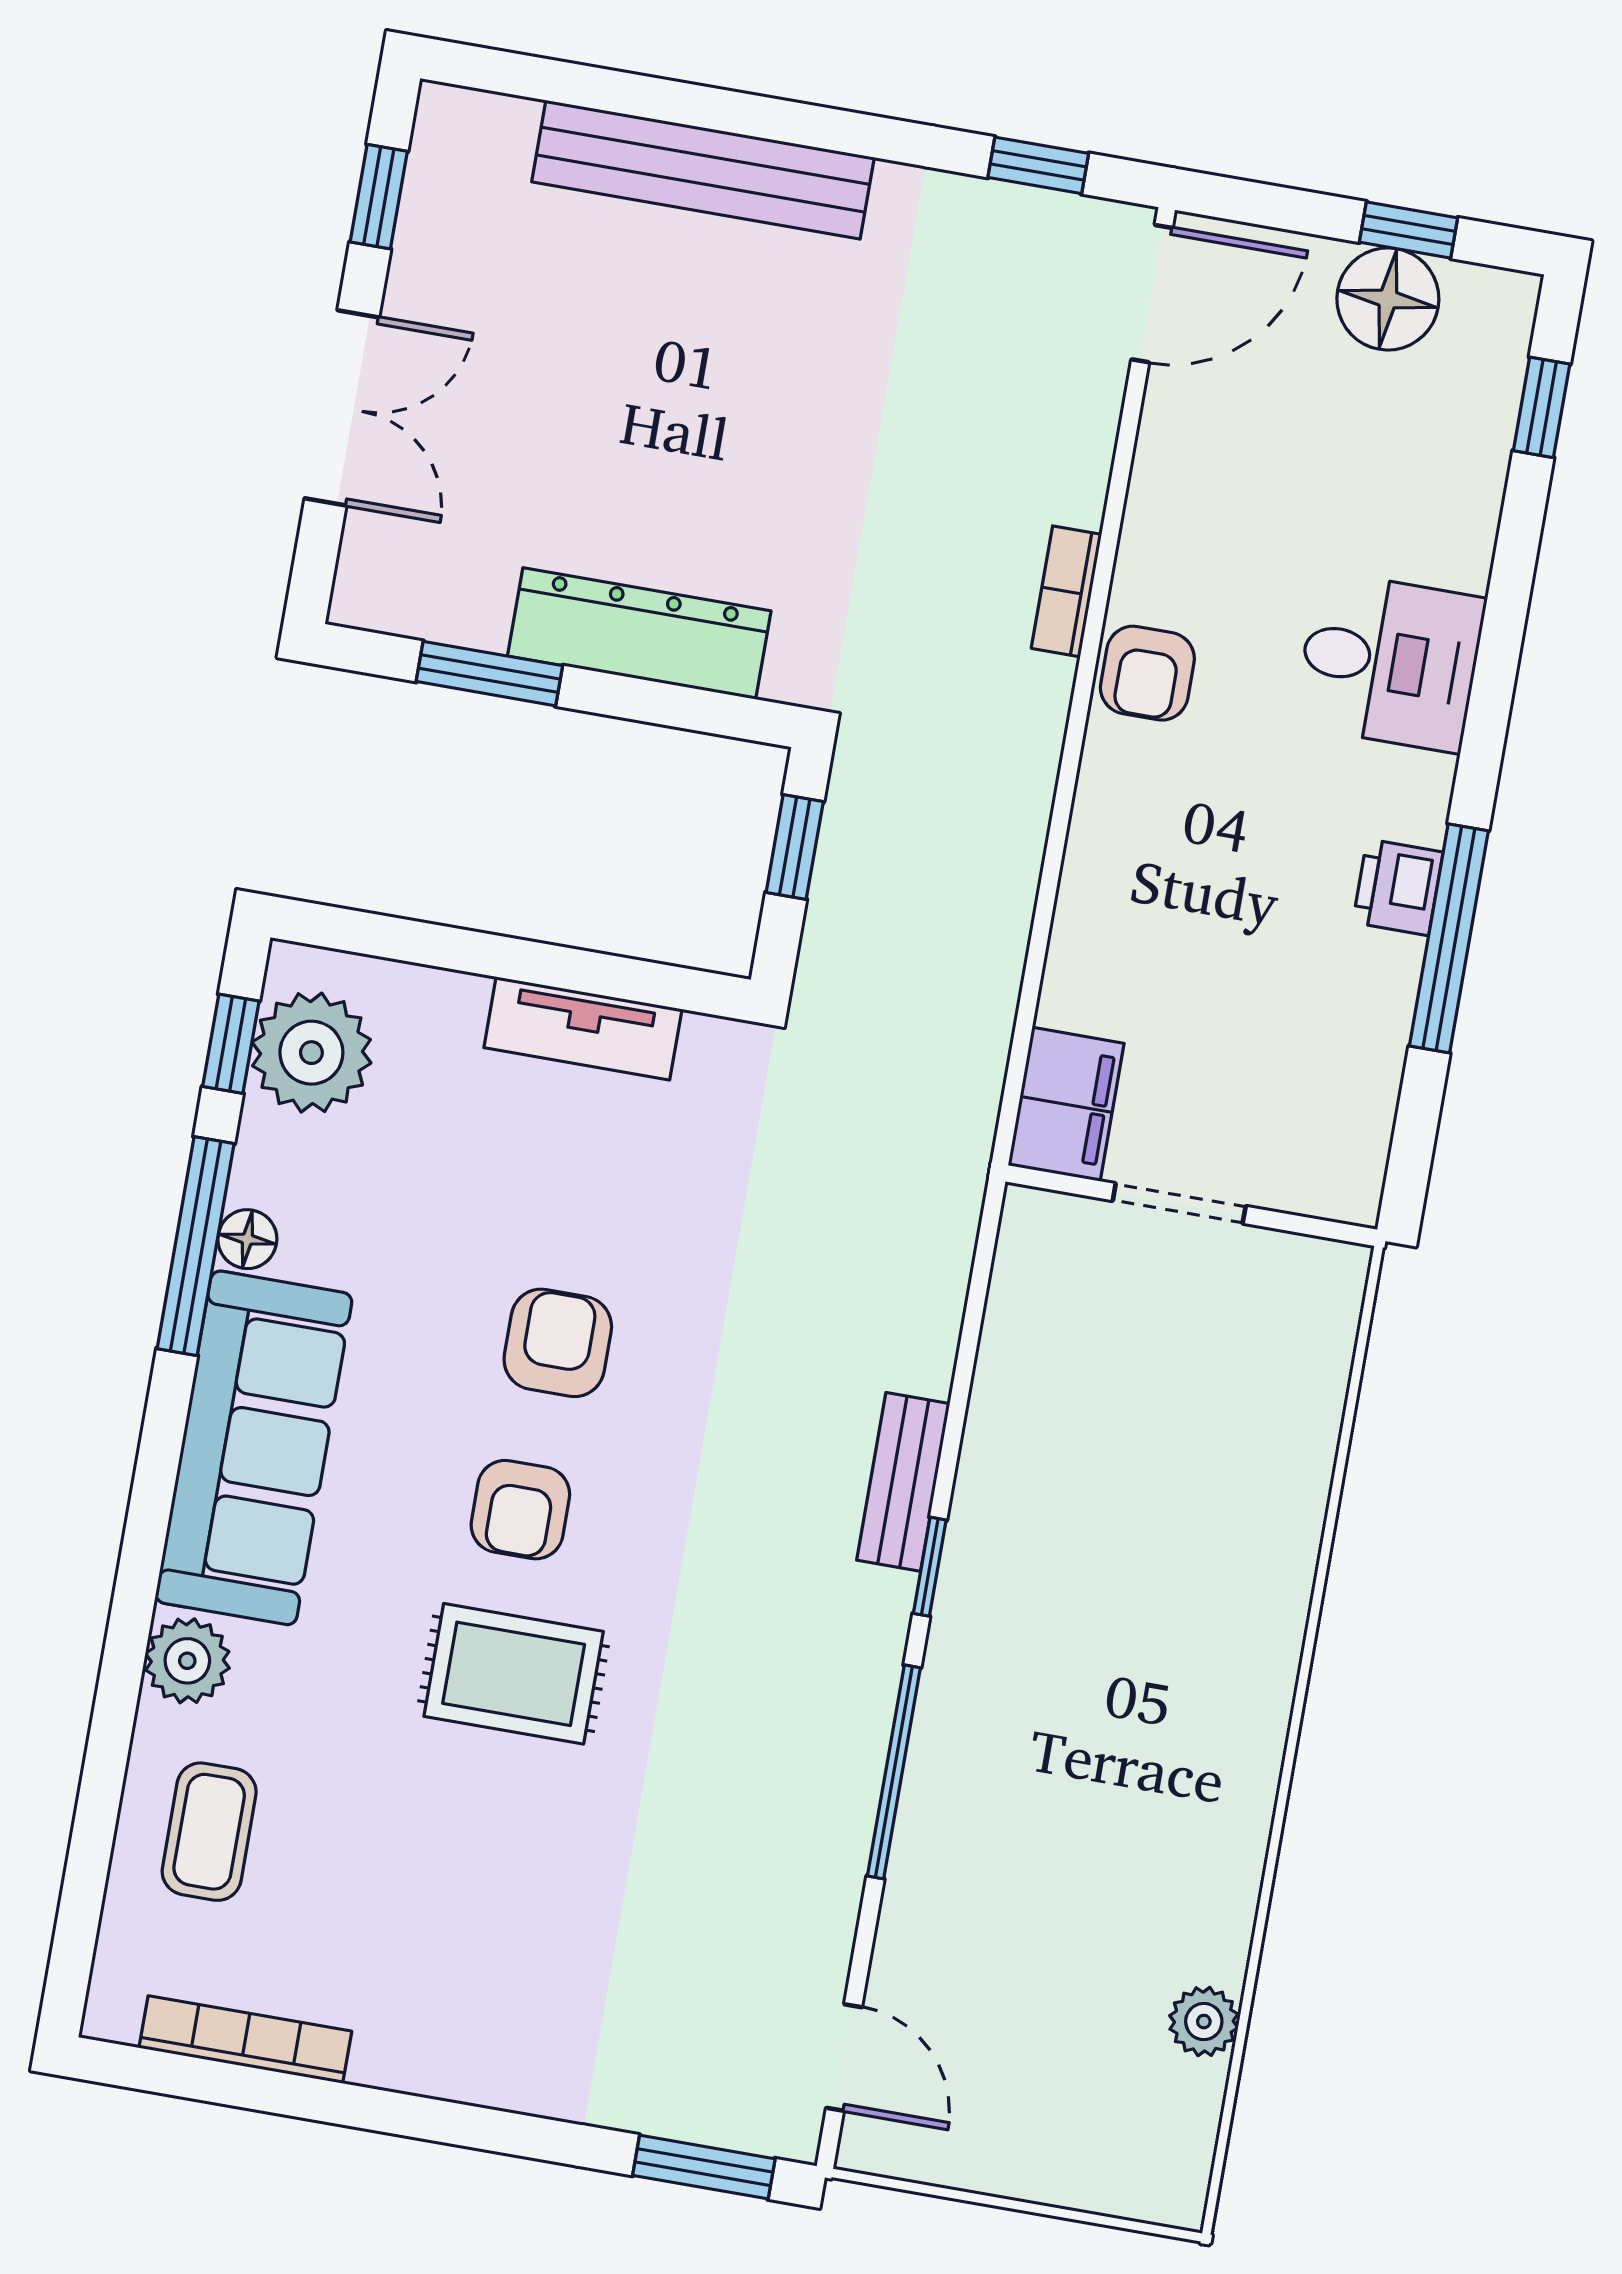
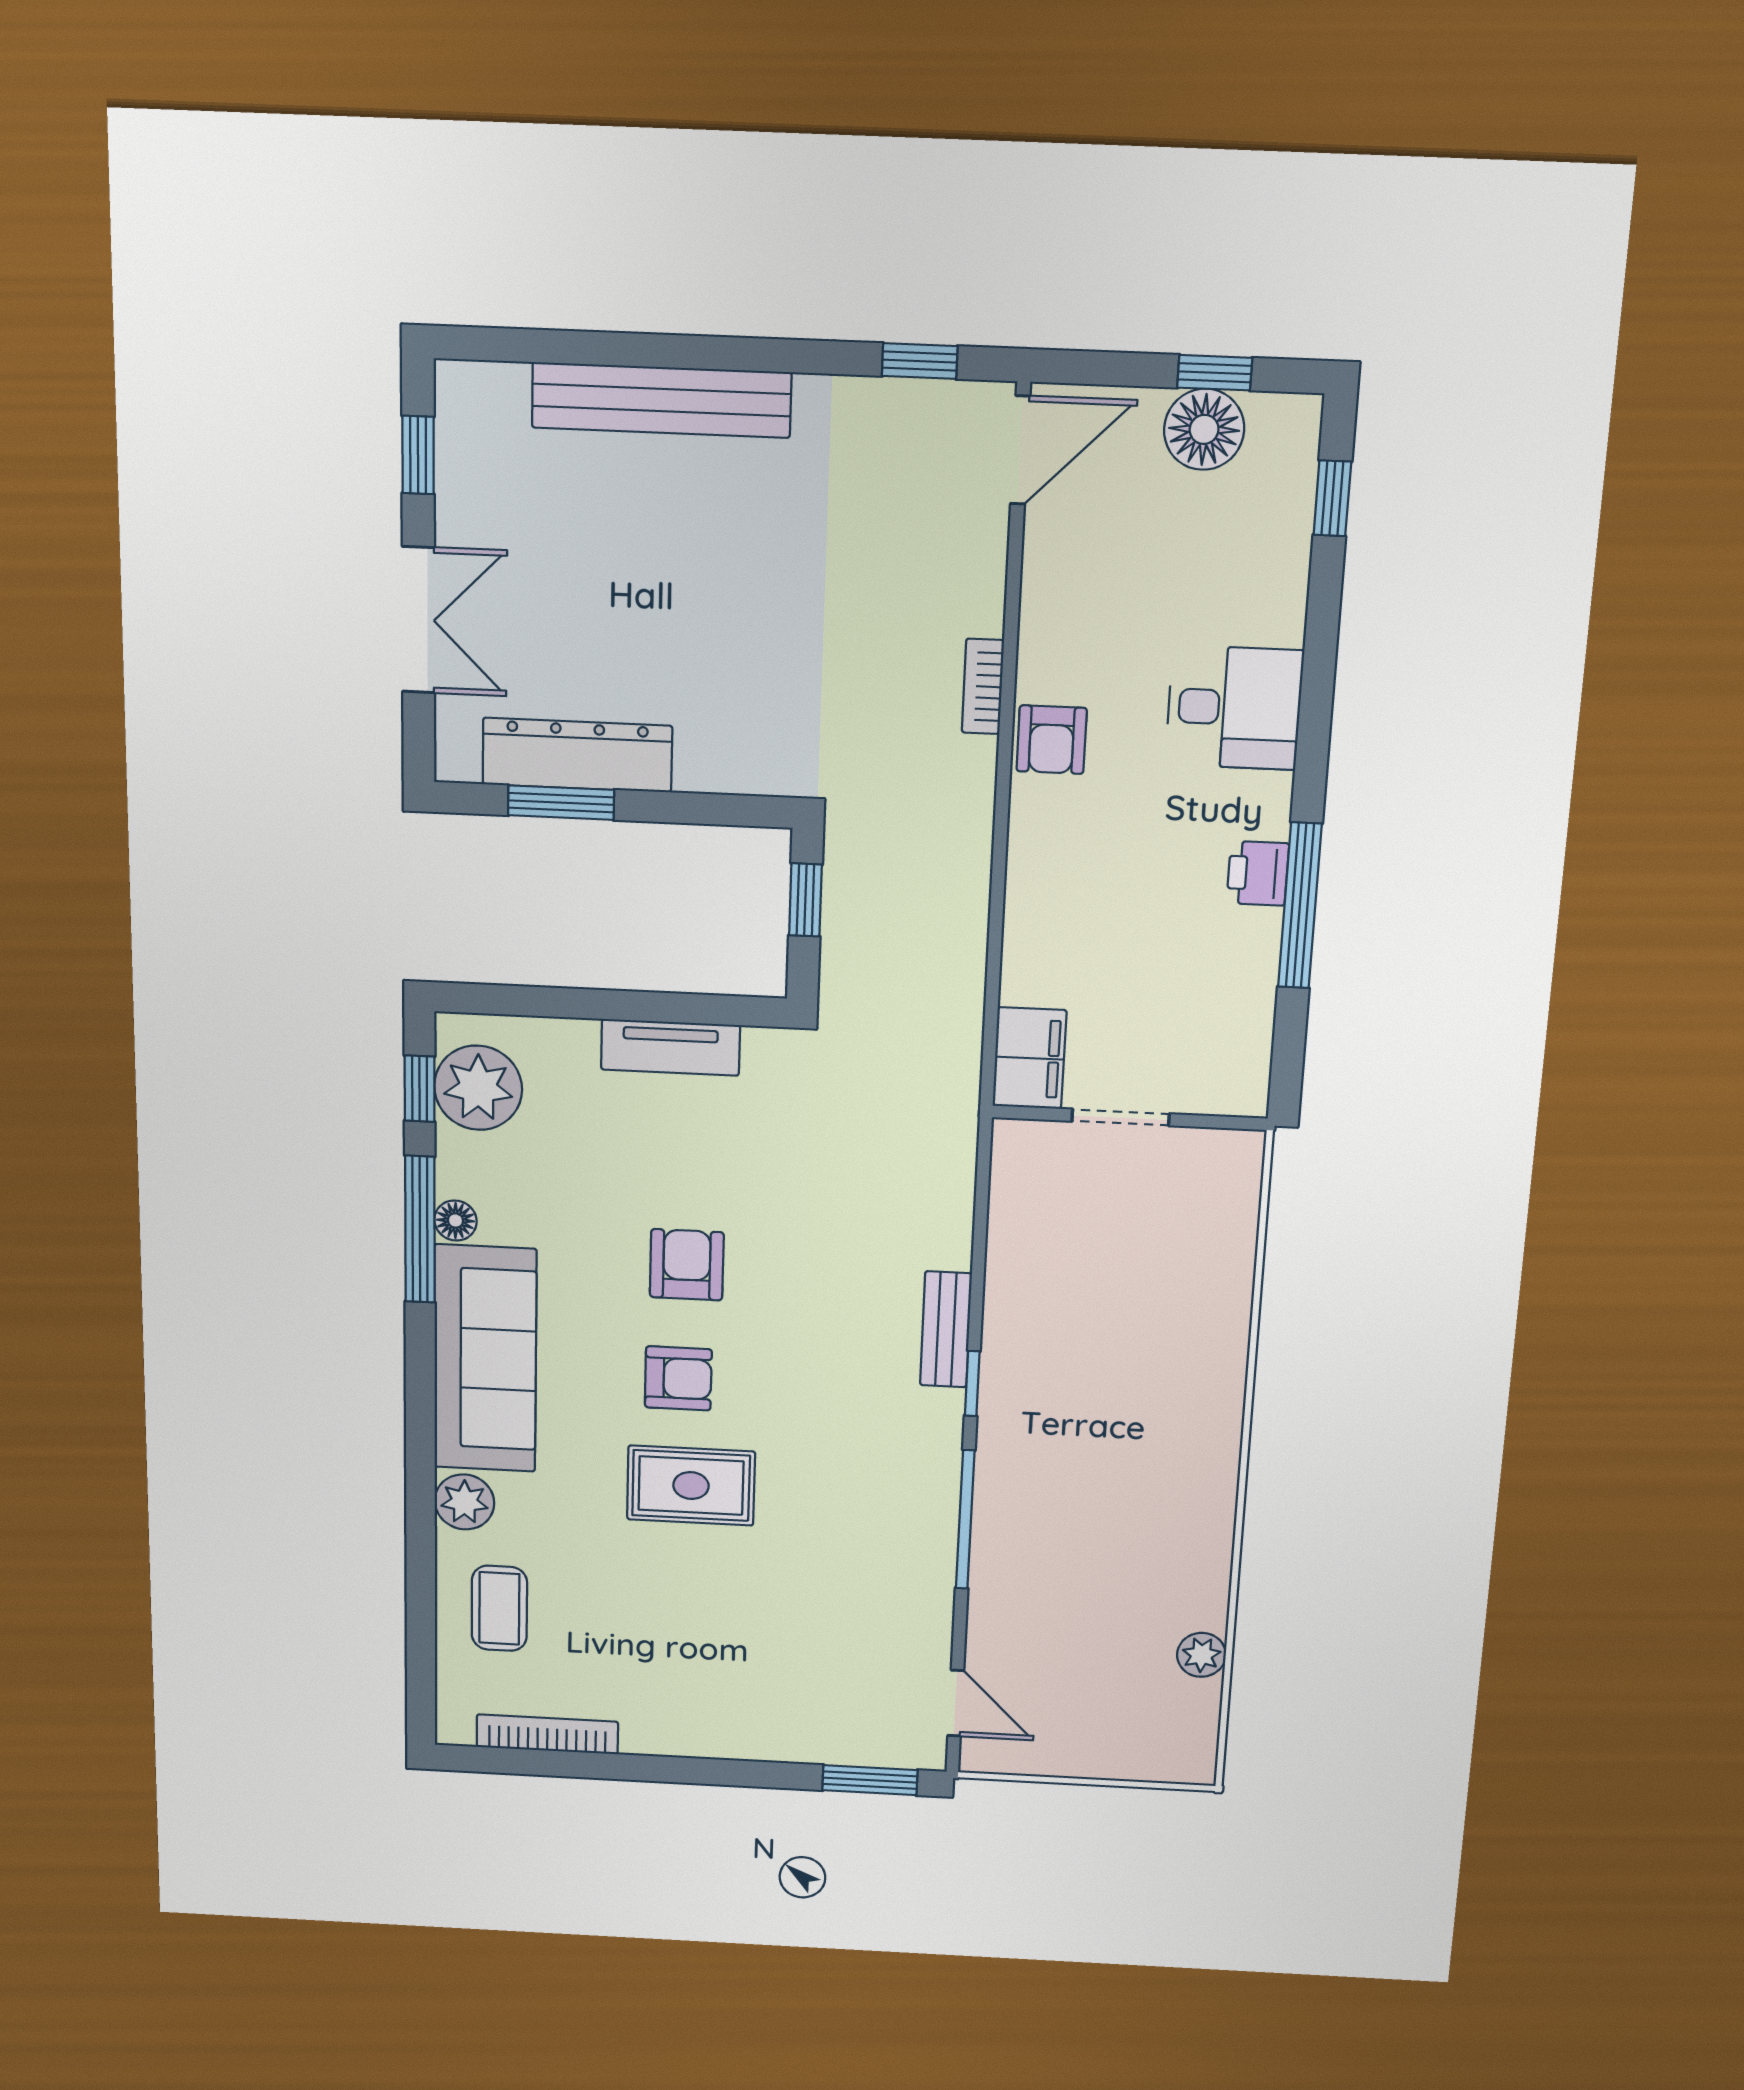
dresser: (639, 633) -> (577, 755), moved
armchair: (520, 1510) -> (678, 1378), turned -90

